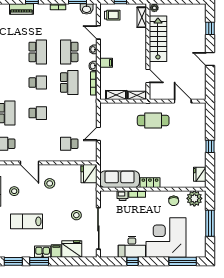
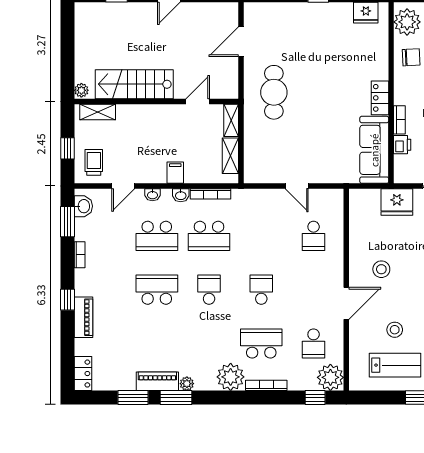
school desk: (69, 83) -> (209, 236), turned 180
fridge: (89, 174) -> (397, 202), moved

